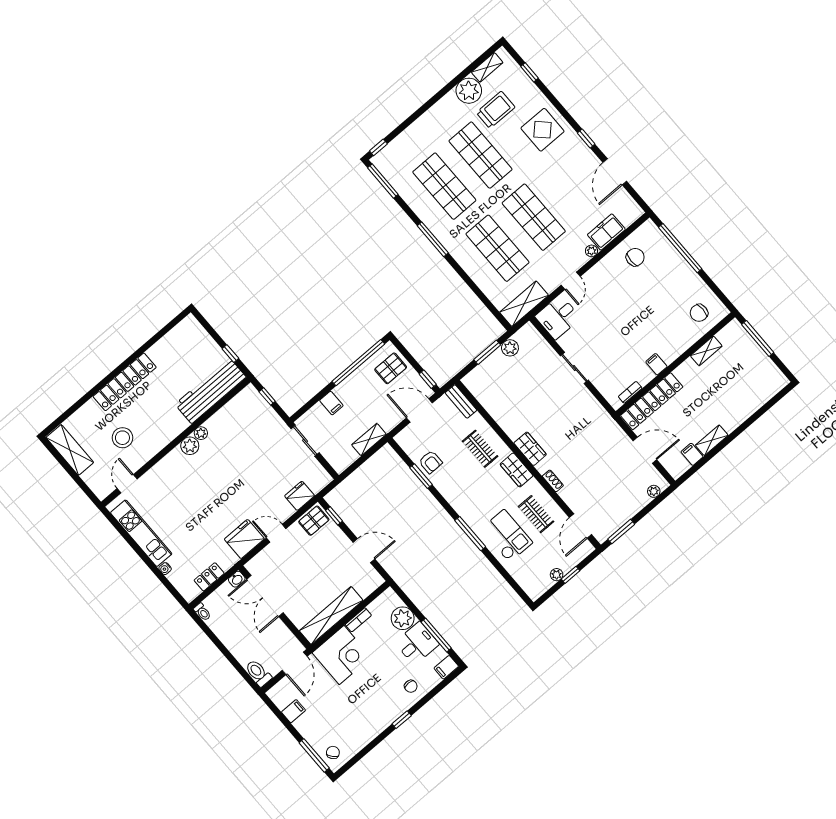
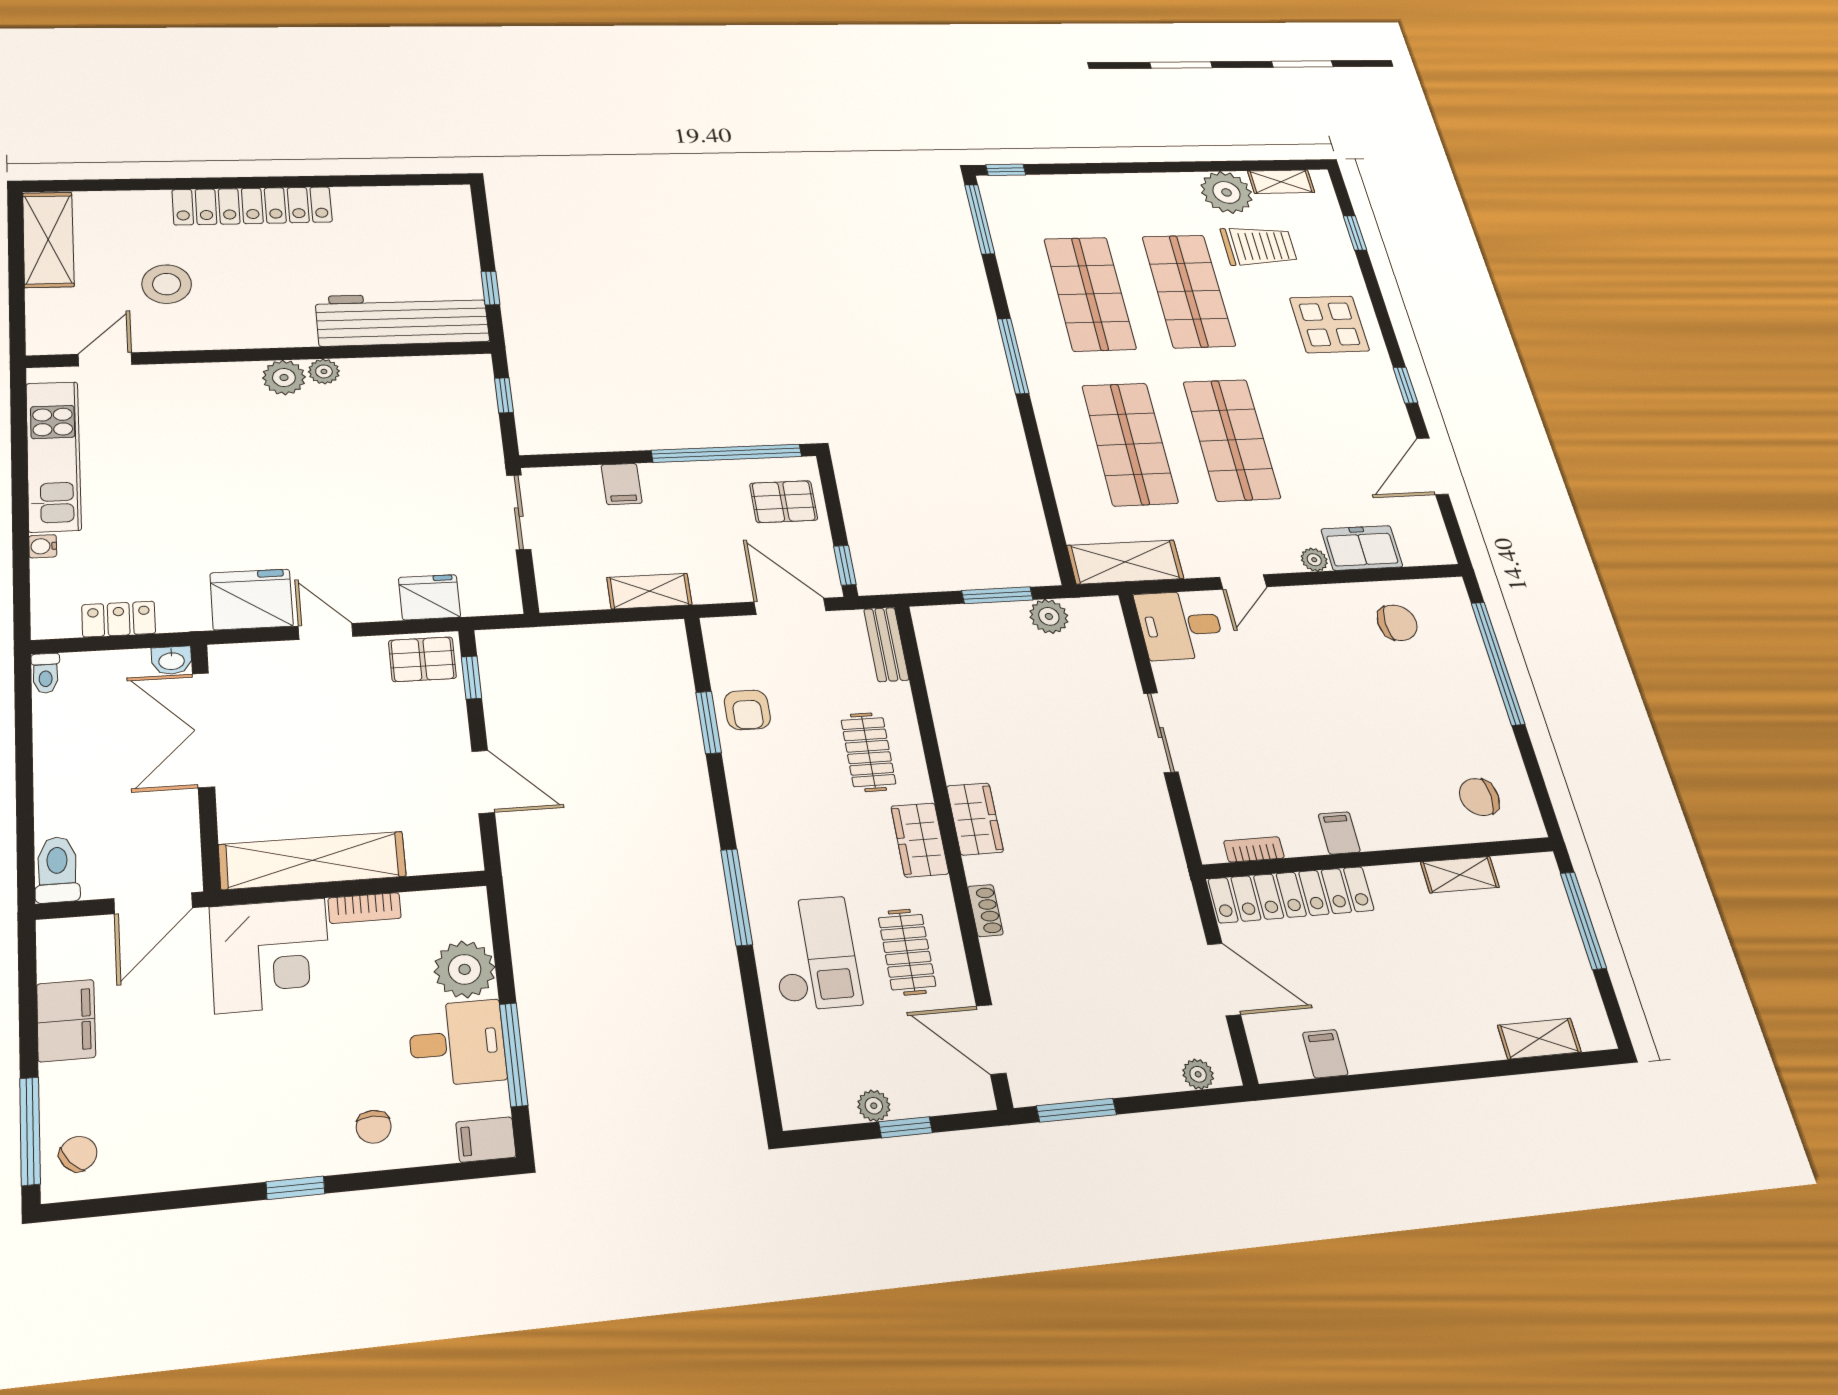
shelving: (712, 440) -> (1539, 1039), moved
door: (581, 526) -> (991, 1040), hinge flipped
filing cabinet: (293, 711) -> (66, 1021), width x2.00

